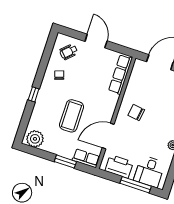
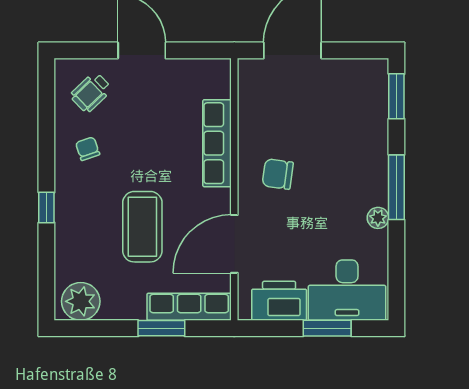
row of seats: (120, 74) -> (217, 143), moved
row of seats: (86, 158) -> (189, 307), width x1.48
desk: (149, 171) -> (347, 290), width x1.37
window: (136, 185) -> (327, 328), width x0.69

